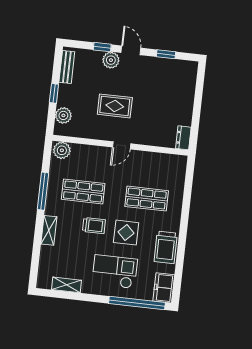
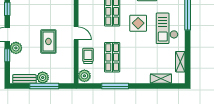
window: (54, 93) -> (44, 86), width x2.17
plant: (63, 115) -> (43, 78), moved
trolley: (94, 226) -> (88, 56), moved
shelving: (49, 230) -> (161, 79), moved

